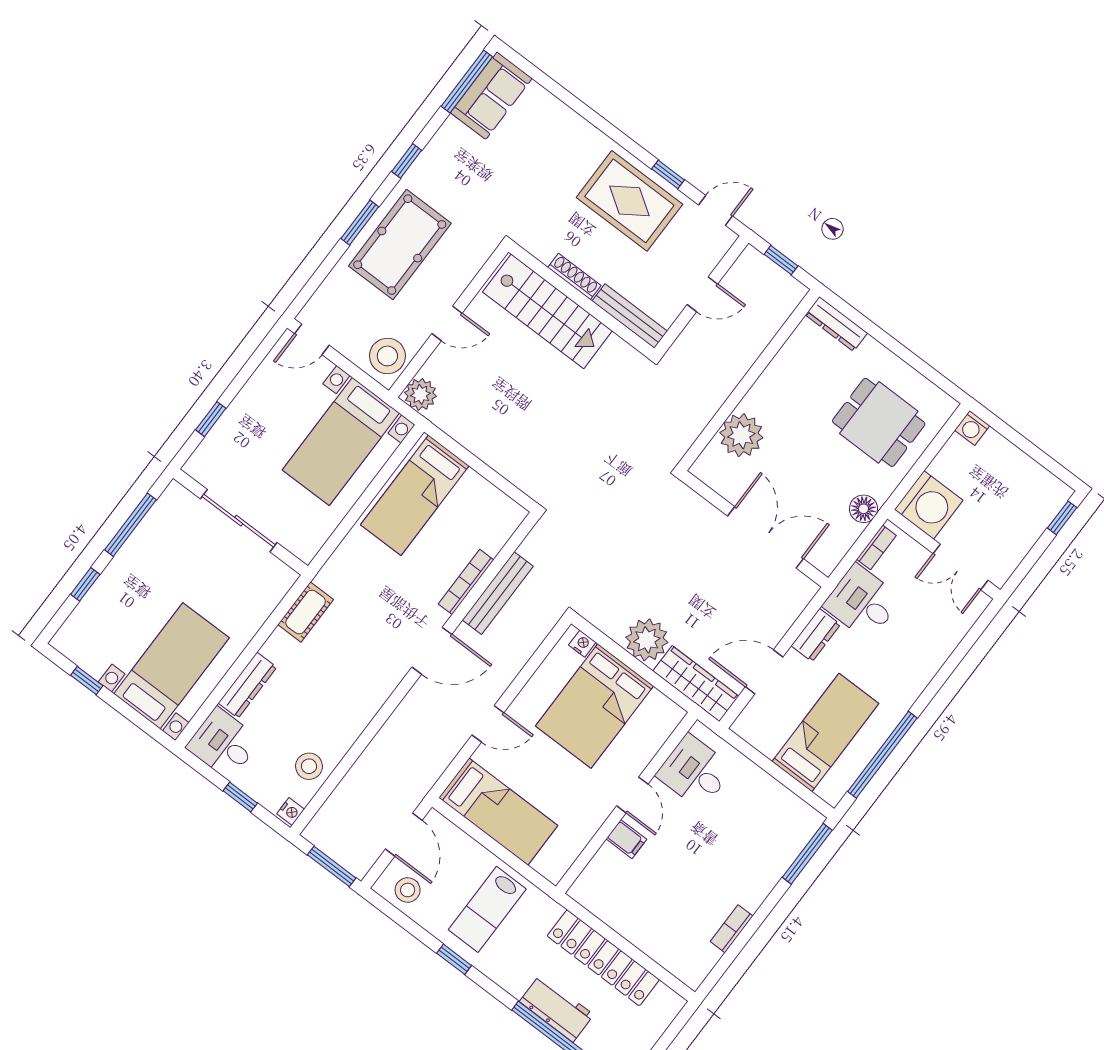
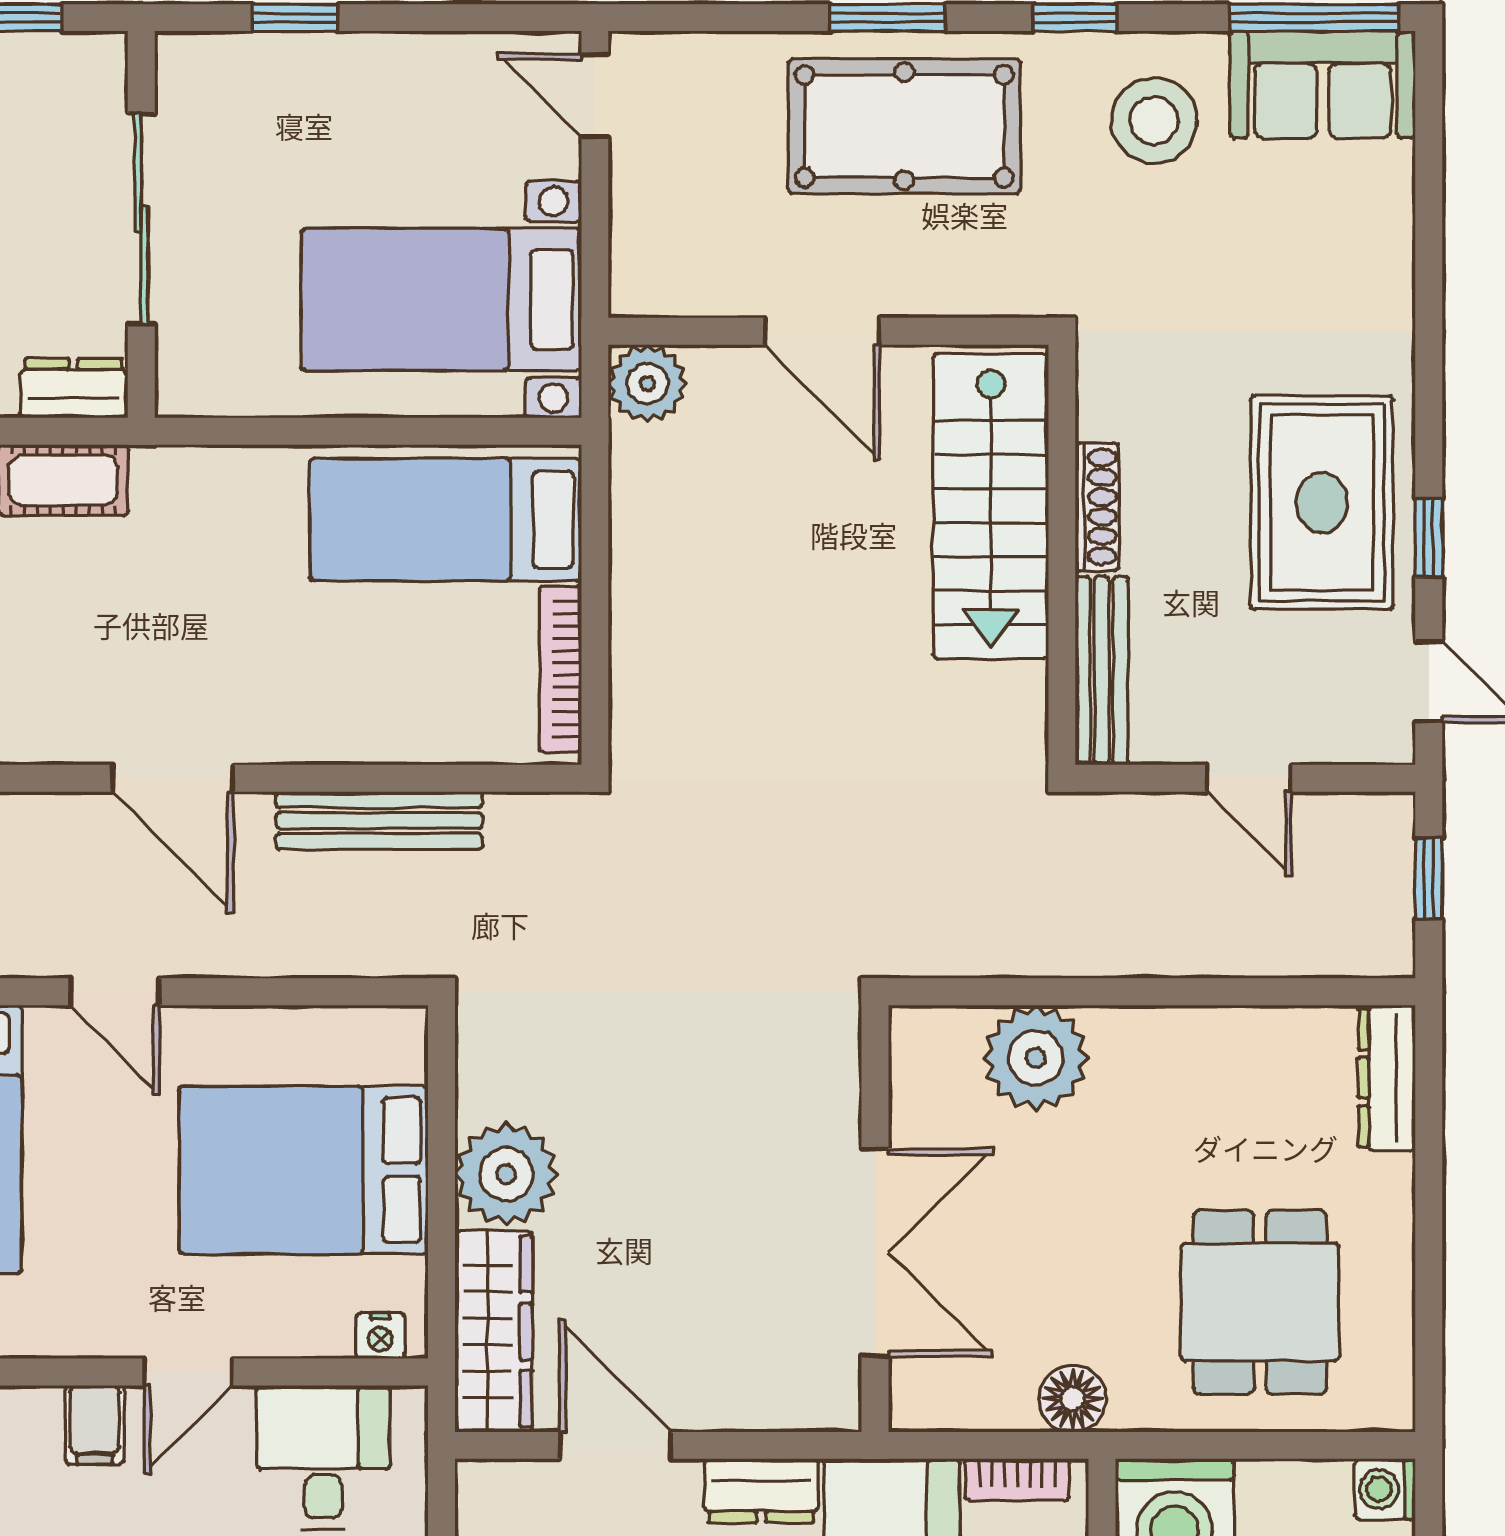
door: (447, 323) -> (822, 331), width x1.38
stool: (387, 356) -> (1154, 121), moved
bookcase: (466, 582) -> (560, 669), moved, turned -90
dresser: (278, 586) -> (73, 388), added
nightstand: (582, 644) -> (380, 1336), moved, turned 90

